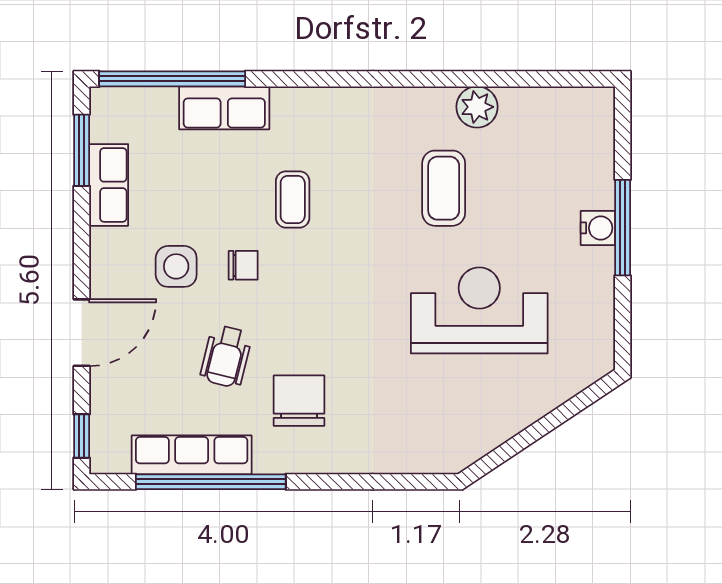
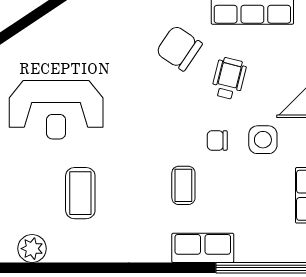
plant: (477, 107) -> (32, 249), moved
row of seats: (224, 108) -> (203, 248), moved
chair: (299, 401) -> (179, 48), turned 124

